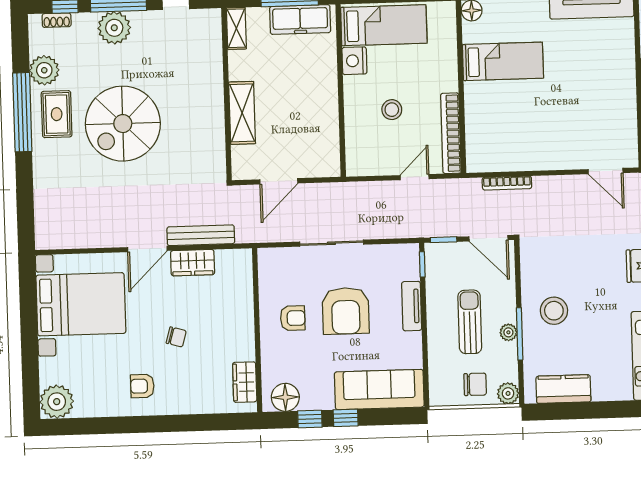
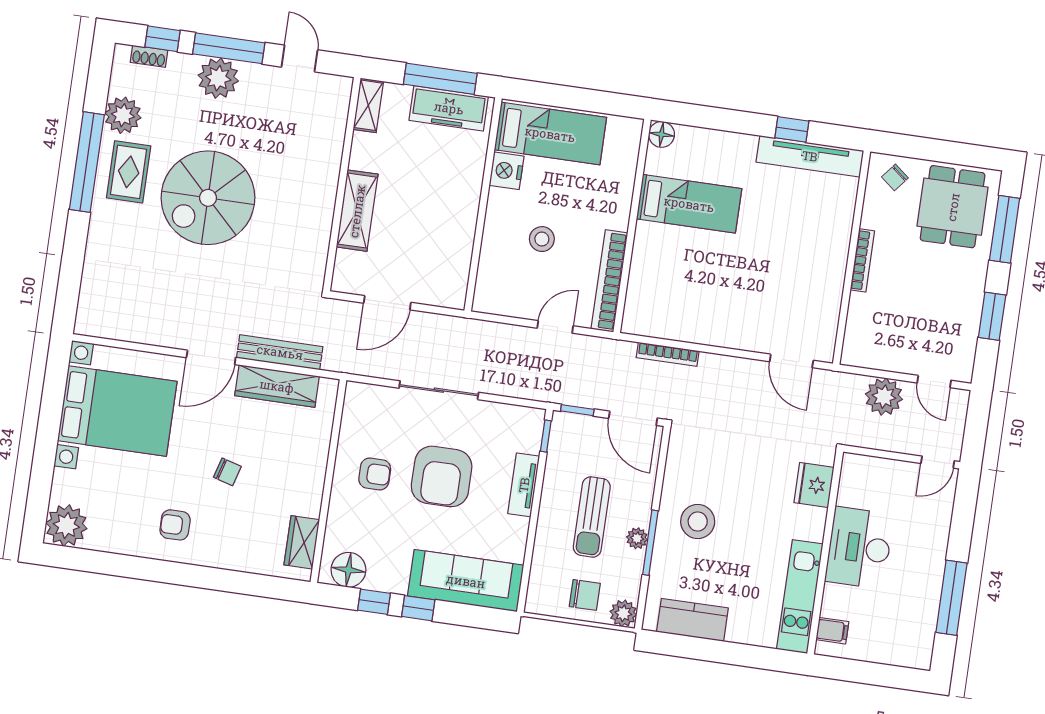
wardrobe: (193, 263) -> (277, 386), width x1.50
sun lounger: (470, 322) -> (592, 517), turned 180

